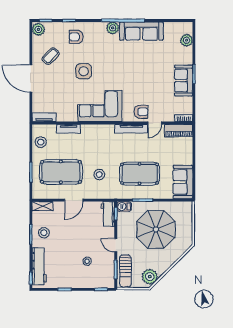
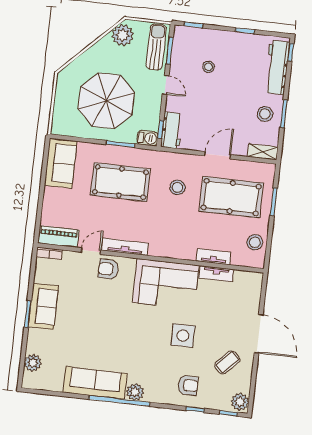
tv unit: (44, 117) -> (216, 274), moved

